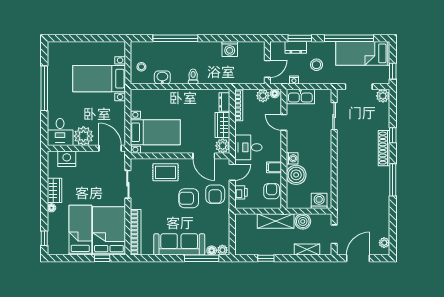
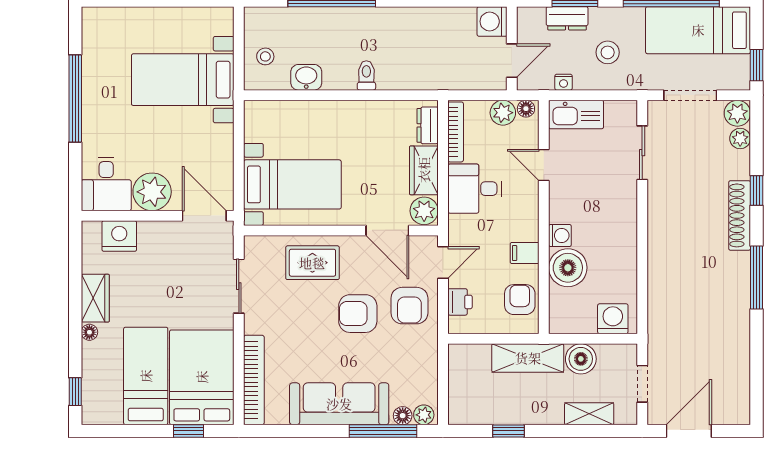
washing machine: (230, 49) -> (492, 21), moved, turned 90
desk: (248, 147) -> (474, 189), moved
plant: (384, 243) -> (740, 139), moved

